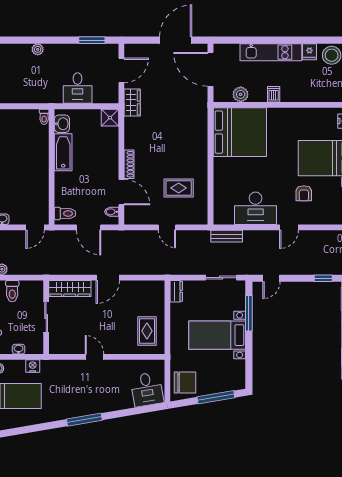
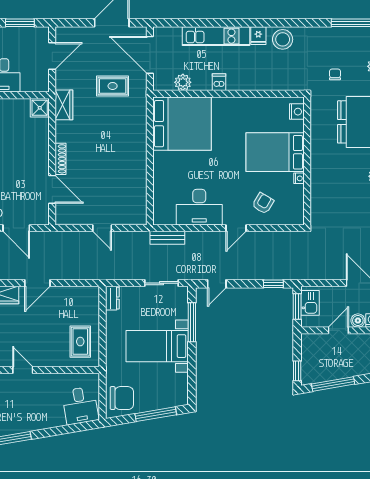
wardrobe: (132, 103) -> (64, 105), moved
rug: (179, 188) -> (113, 86), moved
armchair: (304, 193) -> (263, 203), moved, turned -149
bidet: (112, 212) -> (41, 211), removed

